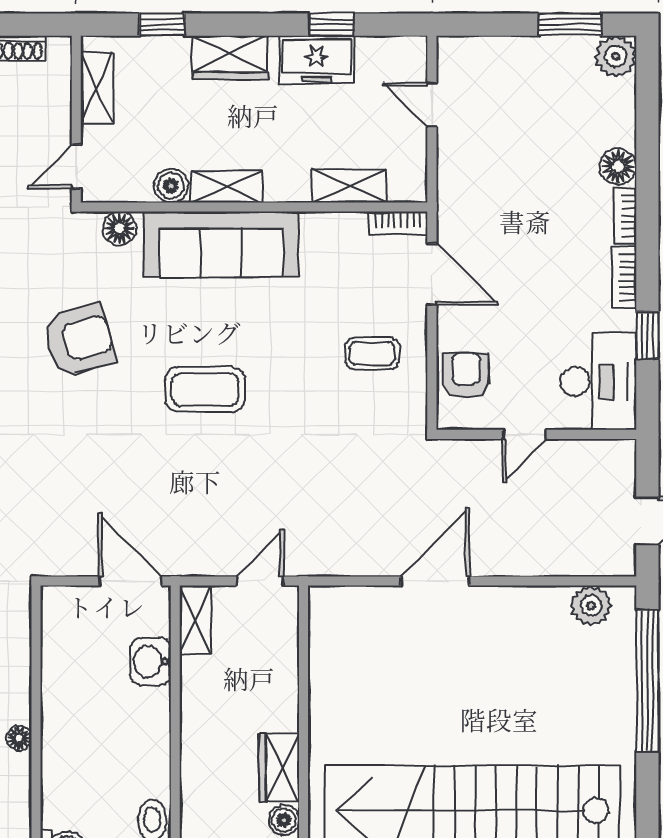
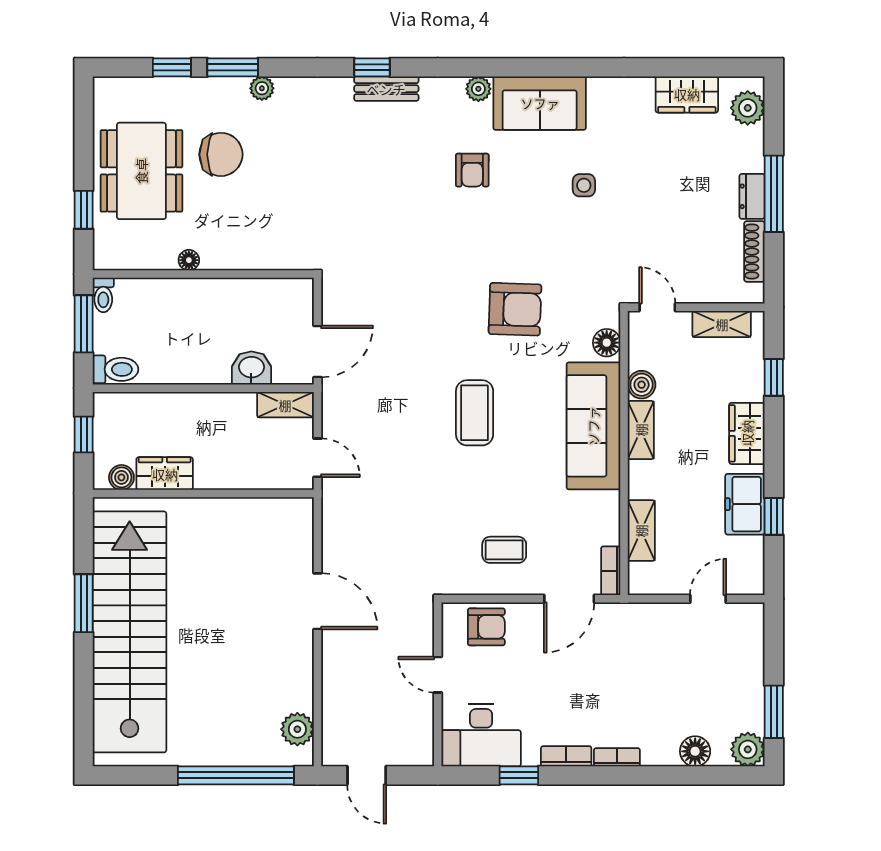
floor lamp: (618, 166) -> (695, 751), moved
armchair: (79, 340) -> (515, 309), turned -73
coffee table: (372, 353) -> (504, 550), turned 90

